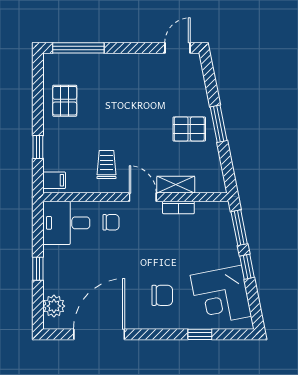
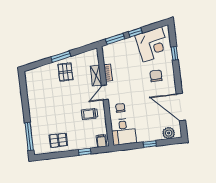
door: (178, 48) -> (23, 83), removed

